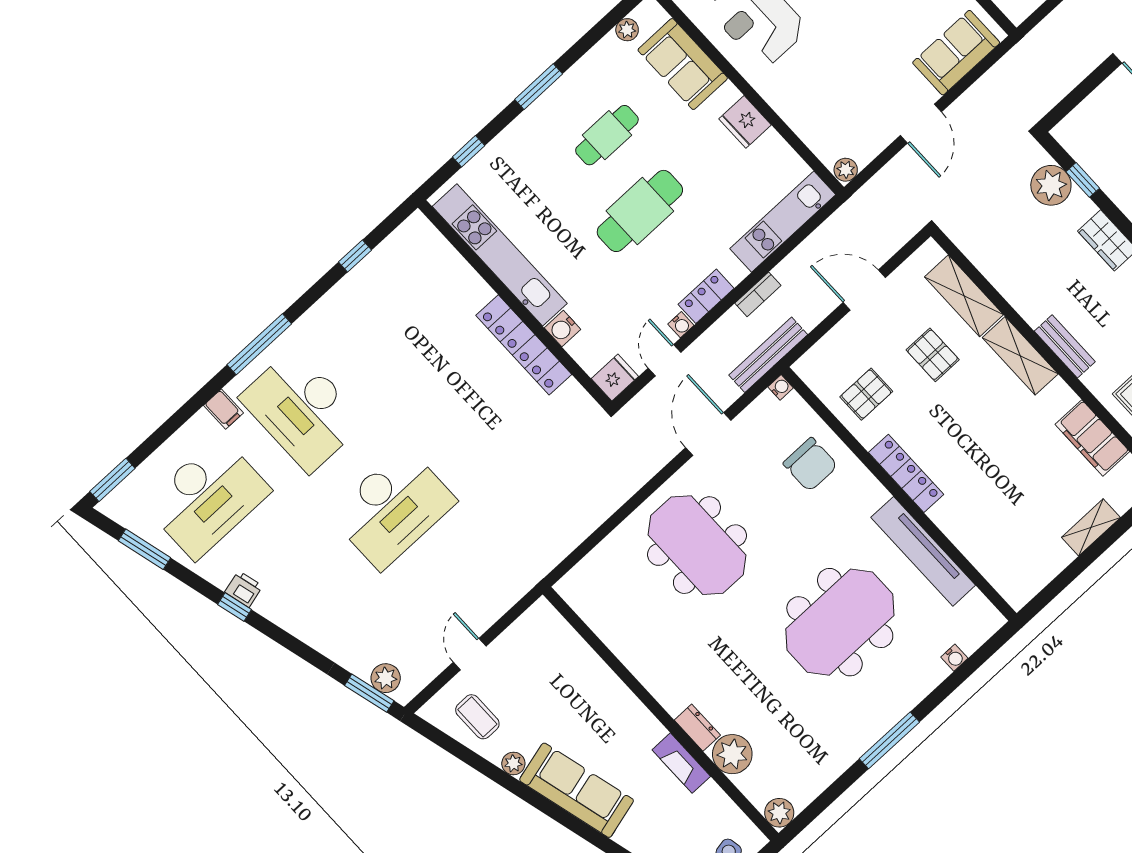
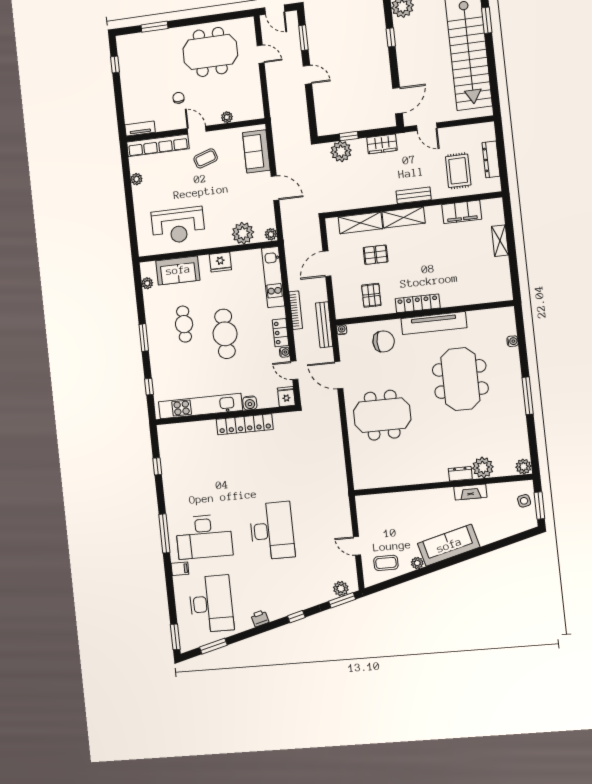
plant: (815, 125) -> (243, 233), added
bookcase: (758, 294) -> (296, 310), width x1.56
tv unit: (923, 551) -> (434, 323), moved
window: (234, 607) -> (296, 617), moved

